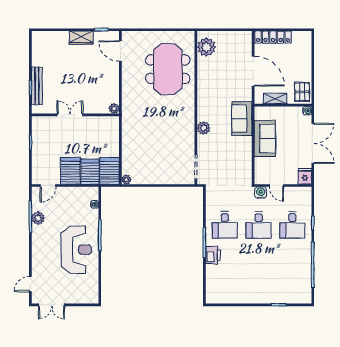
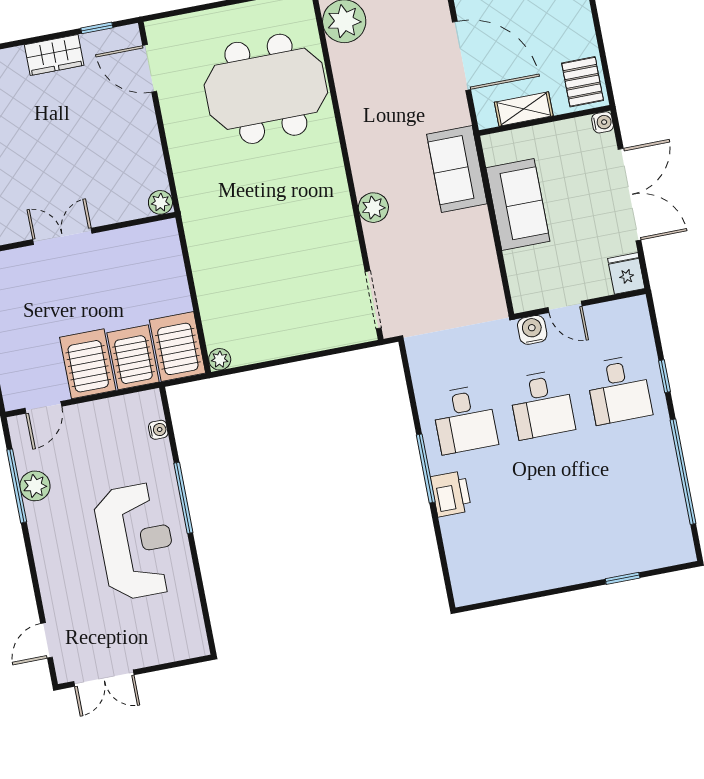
meeting table: (168, 69) -> (266, 89), turned 90

